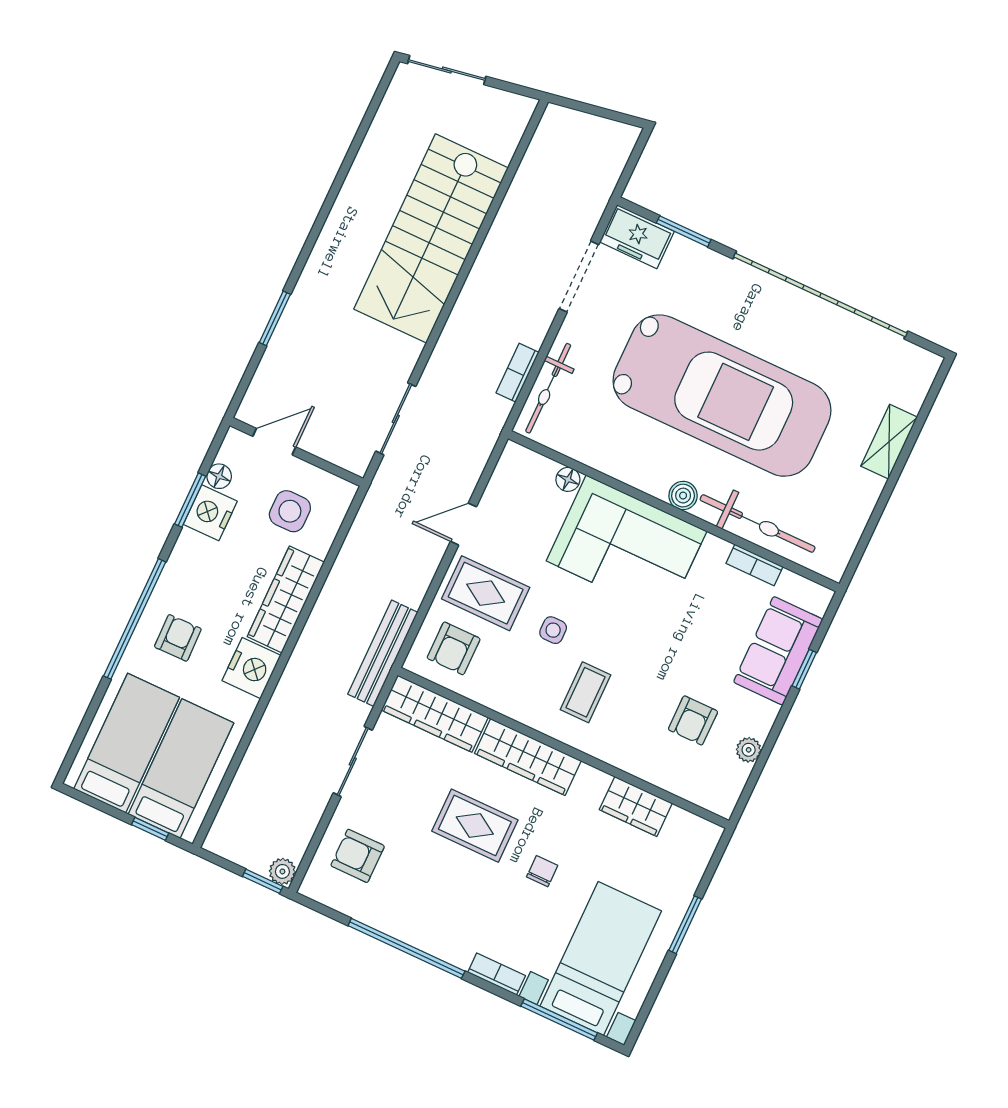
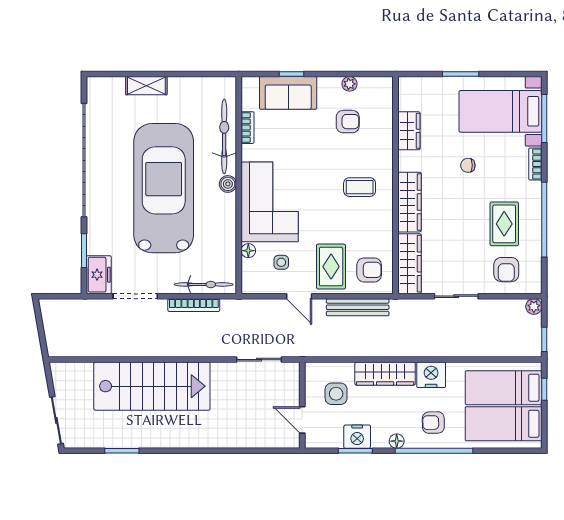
window: (275, 318) -> (122, 451), moved
bookcase: (518, 373) -> (194, 305), width x1.56
floor lamp: (219, 476) -> (397, 441), moved
side table: (553, 630) -> (281, 262), moved
bench: (383, 653) -> (358, 307), moved
rug: (475, 826) -> (504, 224), moved
window: (263, 881) -> (544, 339), moved

